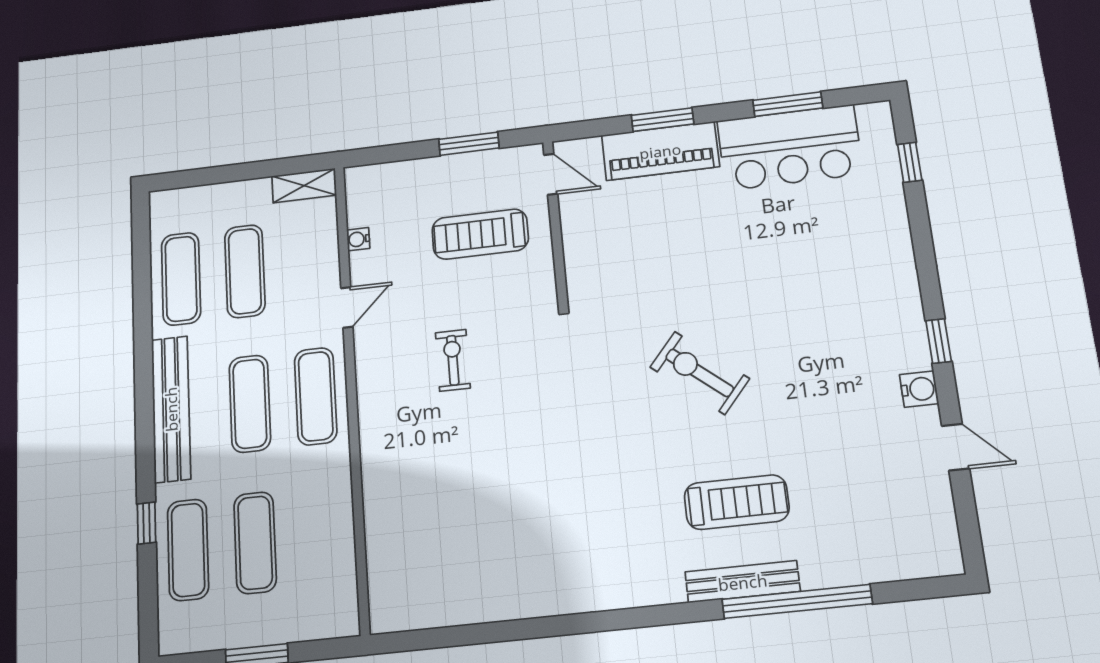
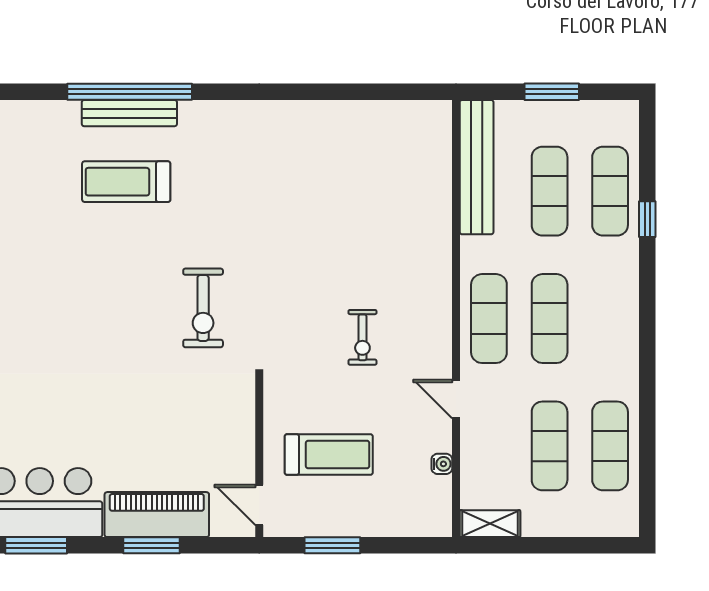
door: (347, 307) -> (456, 399), hinge flipped
exercise bike: (700, 373) -> (203, 308), moved, turned 50
bench: (171, 409) -> (477, 167), moved
window: (797, 601) -> (130, 92), moved

